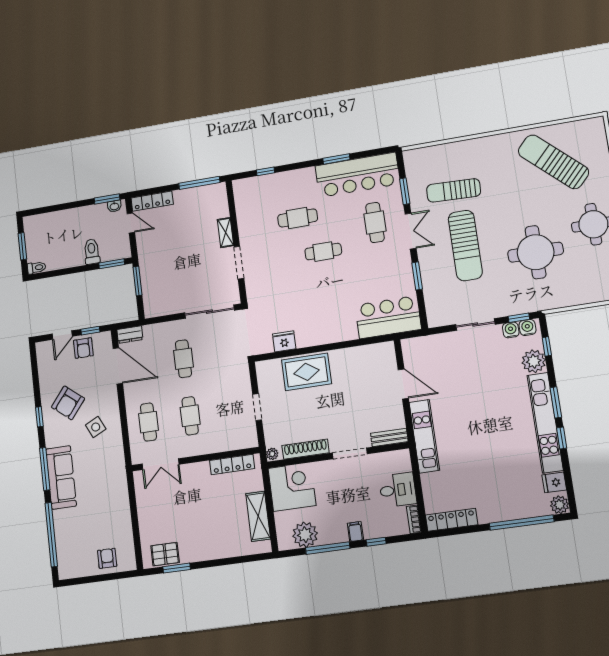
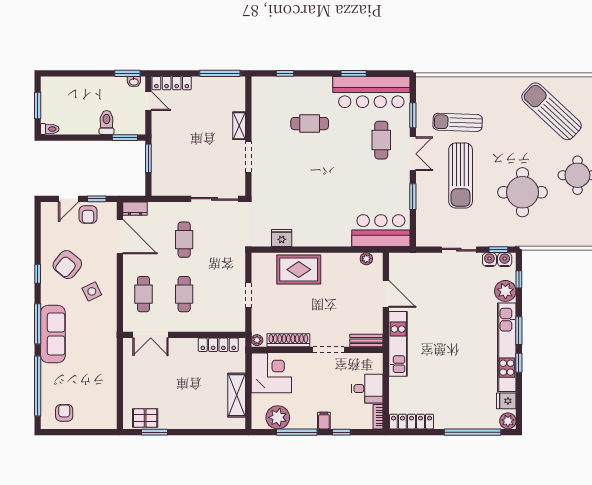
cafe table: (323, 252) -> (329, 159), removed
plant: (377, 349) -> (366, 259), added
armchair: (107, 558) -> (64, 413), moved

